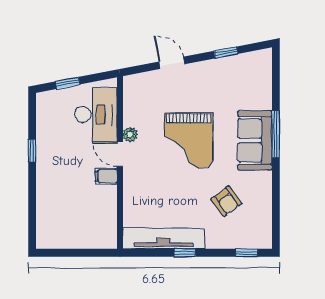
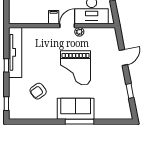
grand piano: (189, 140) -> (76, 68), turned -90

